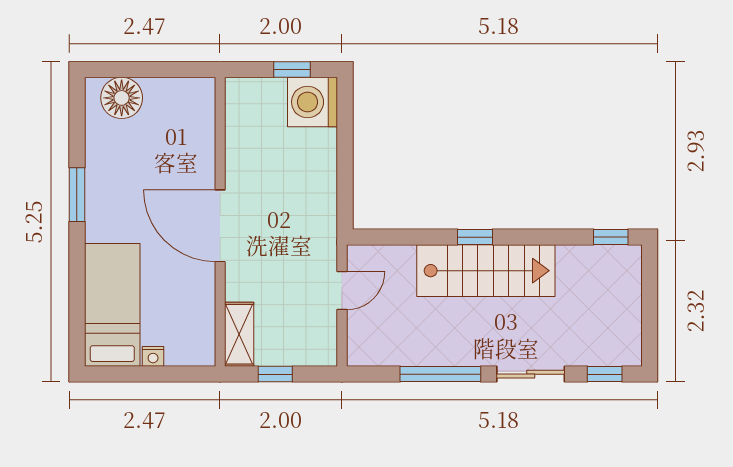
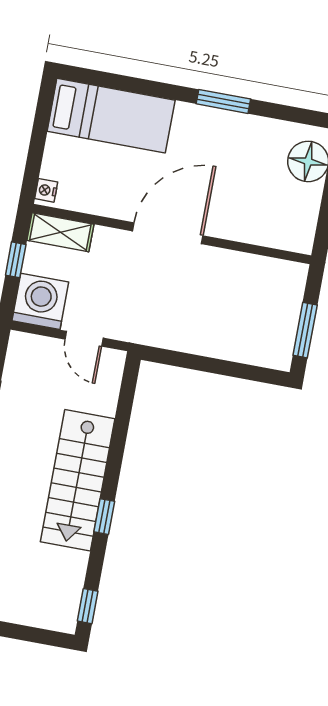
window: (292, 69) -> (305, 330), width x1.50
washing machine: (312, 102) -> (40, 301), moved
window: (475, 237) -> (104, 517), moved
nightstand: (153, 356) -> (46, 190), moved

